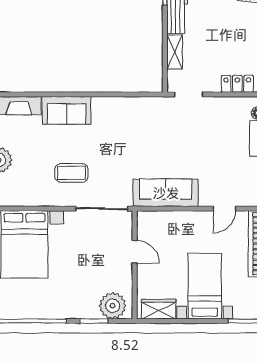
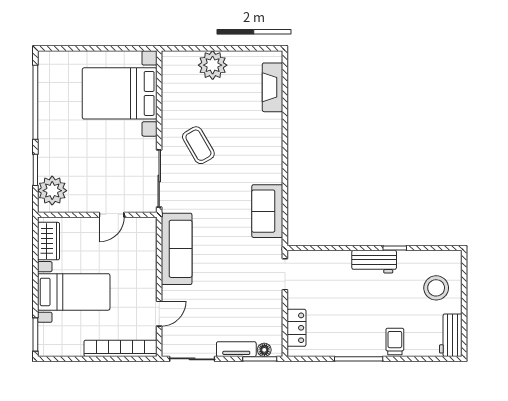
shelving: (175, 52) -> (331, 259), removed
sofa: (66, 110) -> (267, 211), moved
coffee table: (71, 173) -> (198, 145), turned -30
door: (224, 209) -> (159, 314), swing flipped

